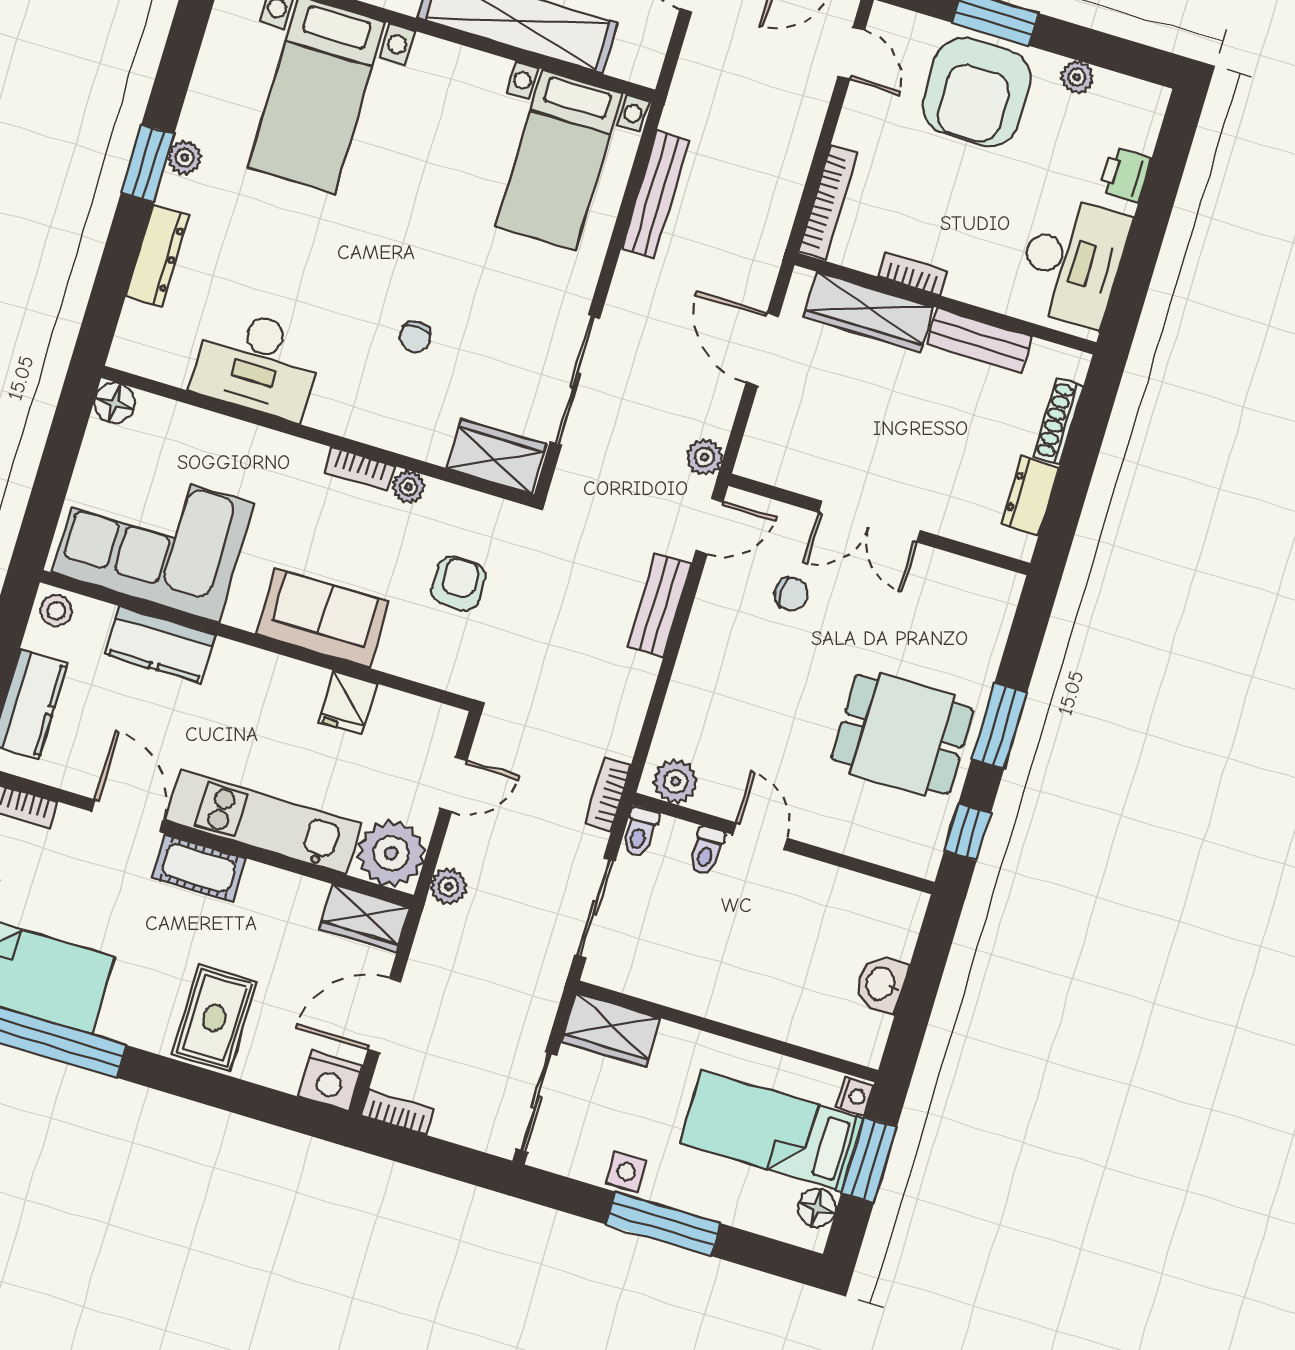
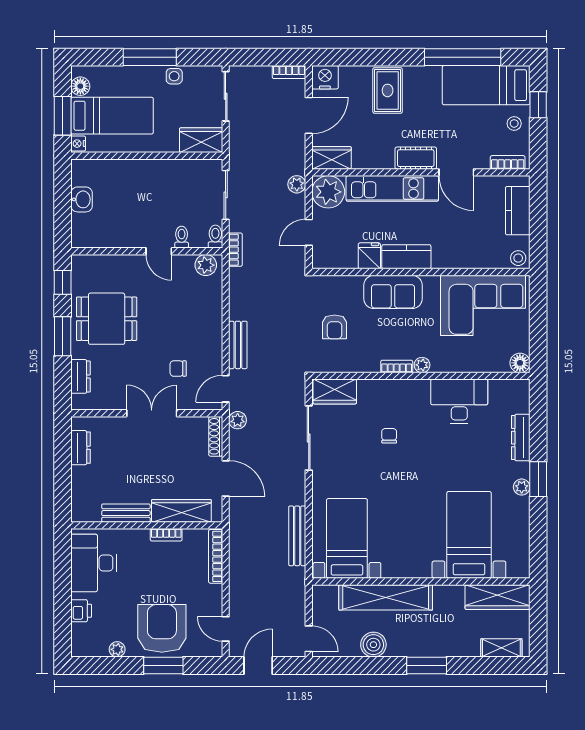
shoe rack: (1058, 421) -> (216, 436), moved, turned 180
plant: (409, 487) -> (422, 365), moved
dresser: (988, 636) -> (80, 376), added
kitchen counter: (160, 645) -> (406, 257), moved

